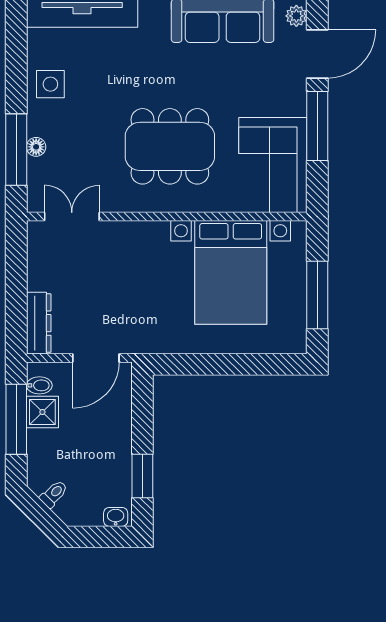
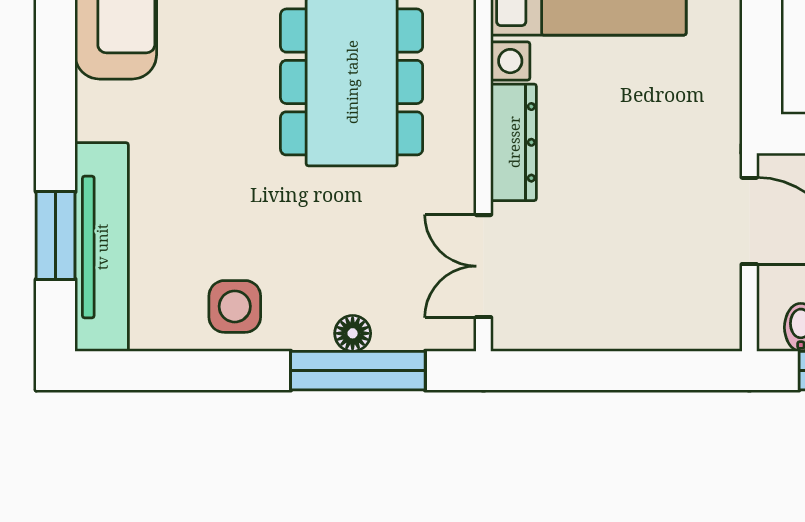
dresser: (39, 323) -> (514, 142), moved, turned 90

